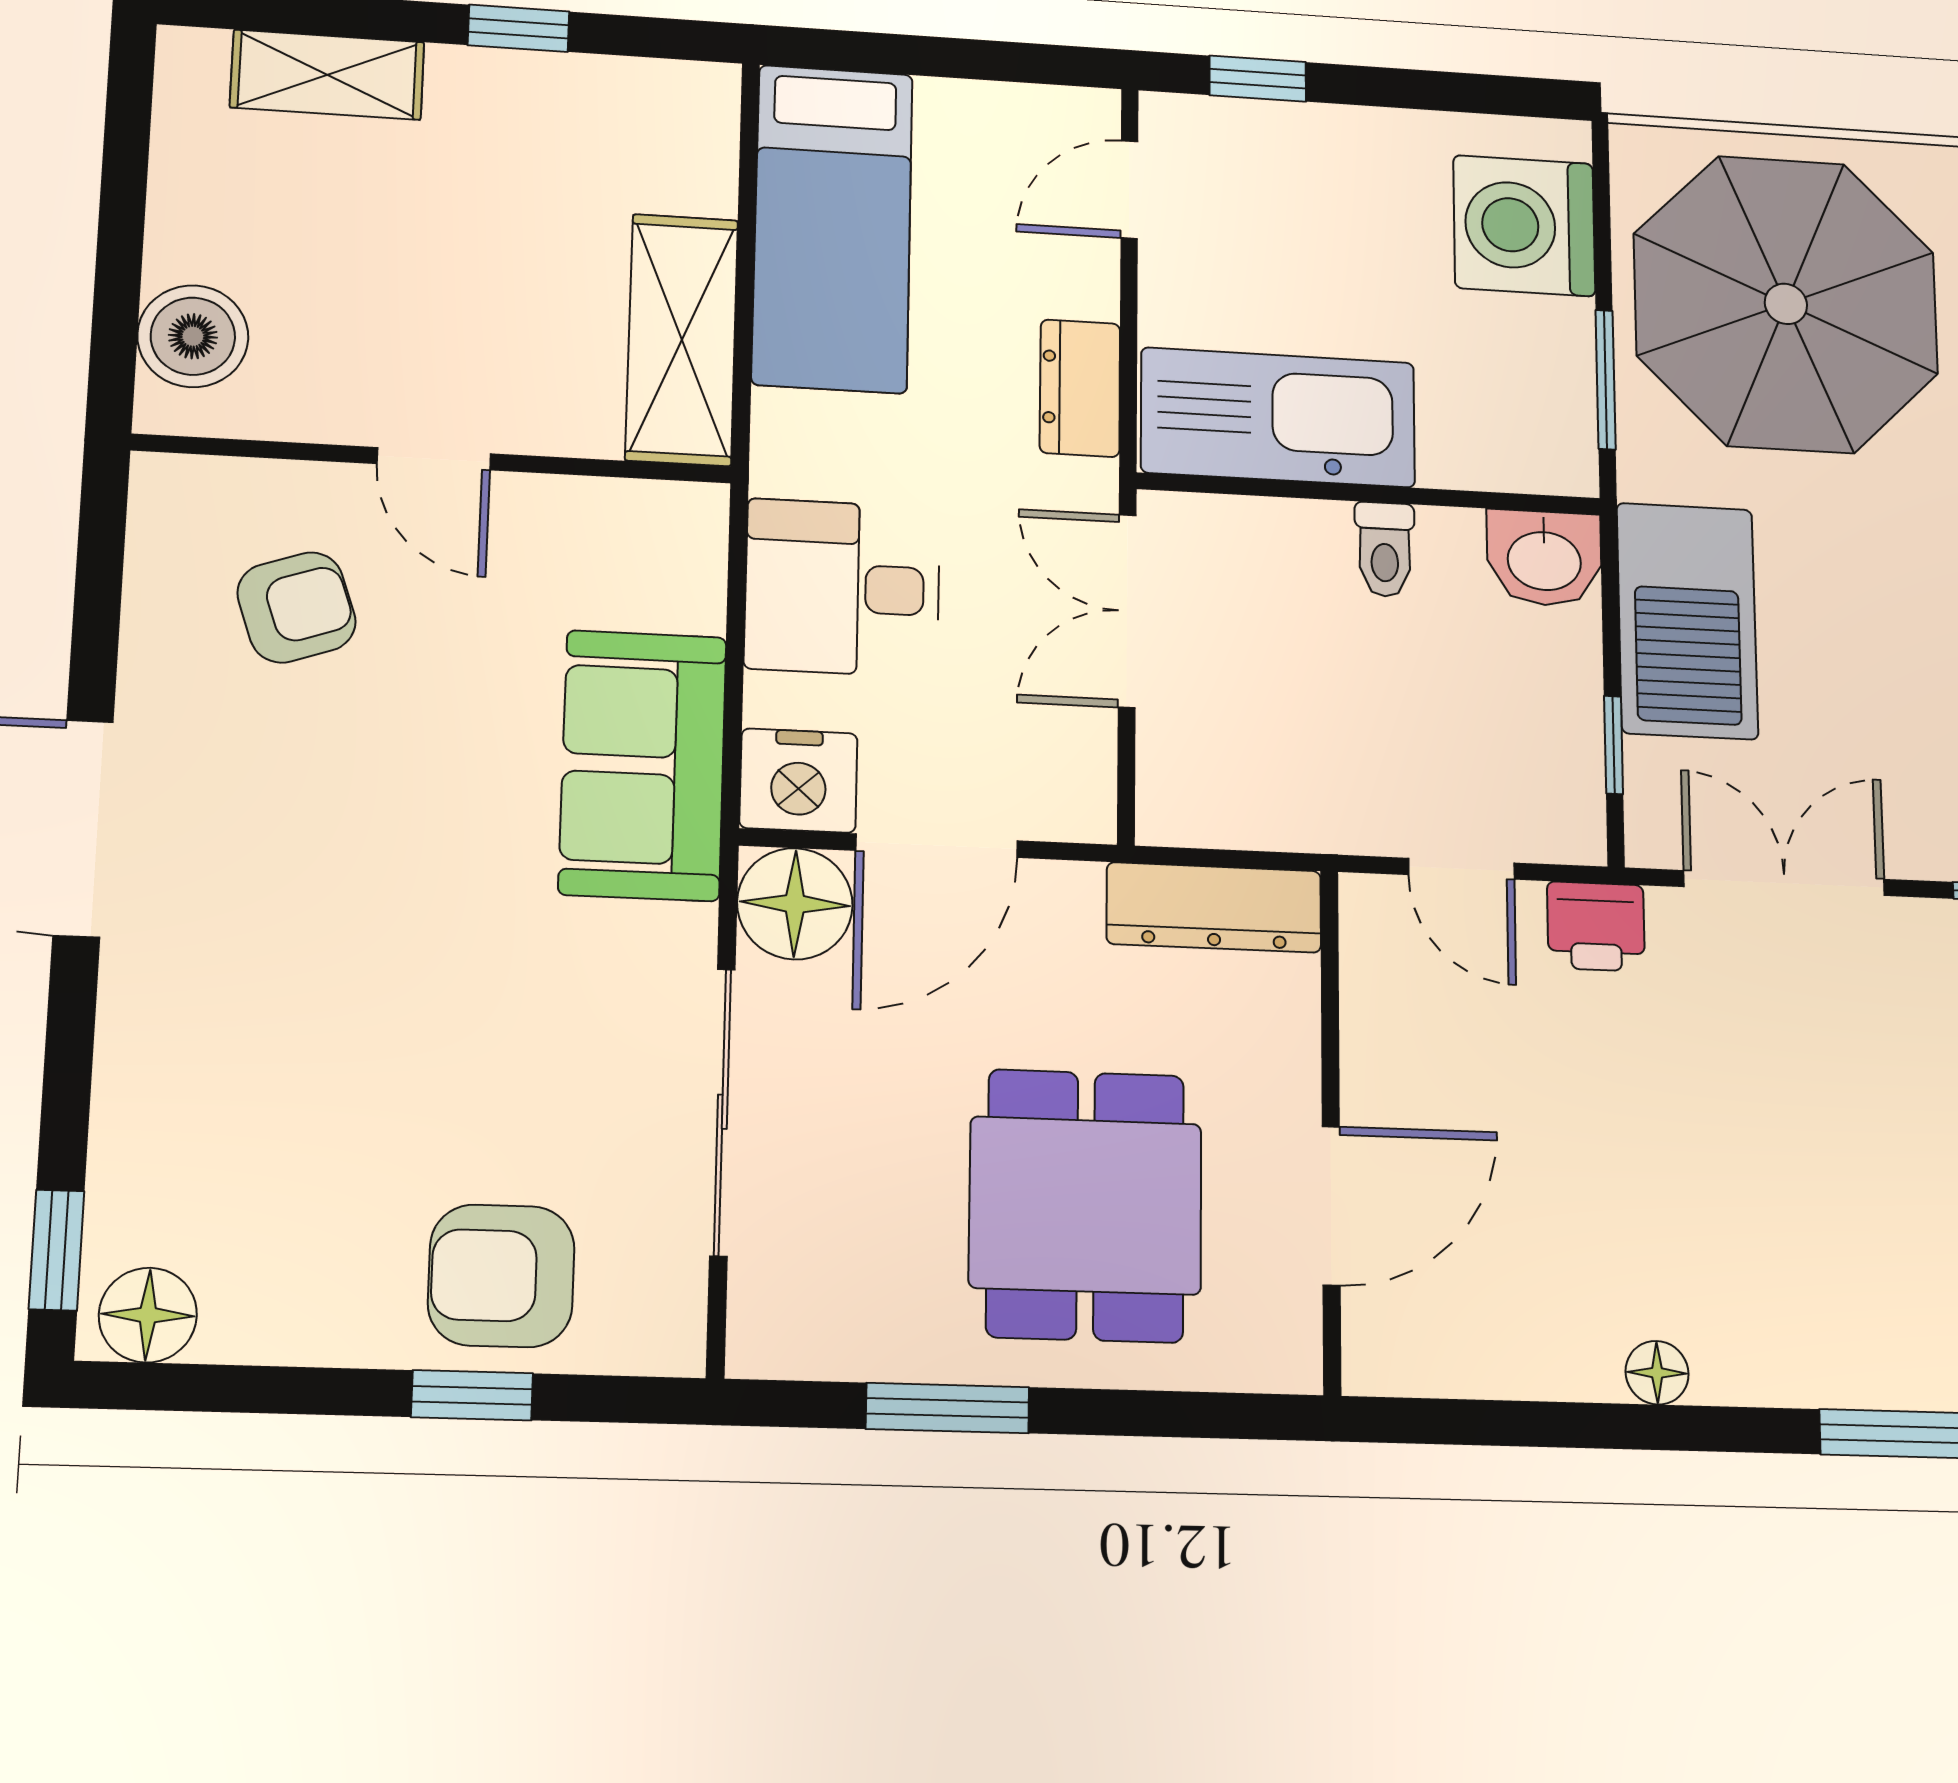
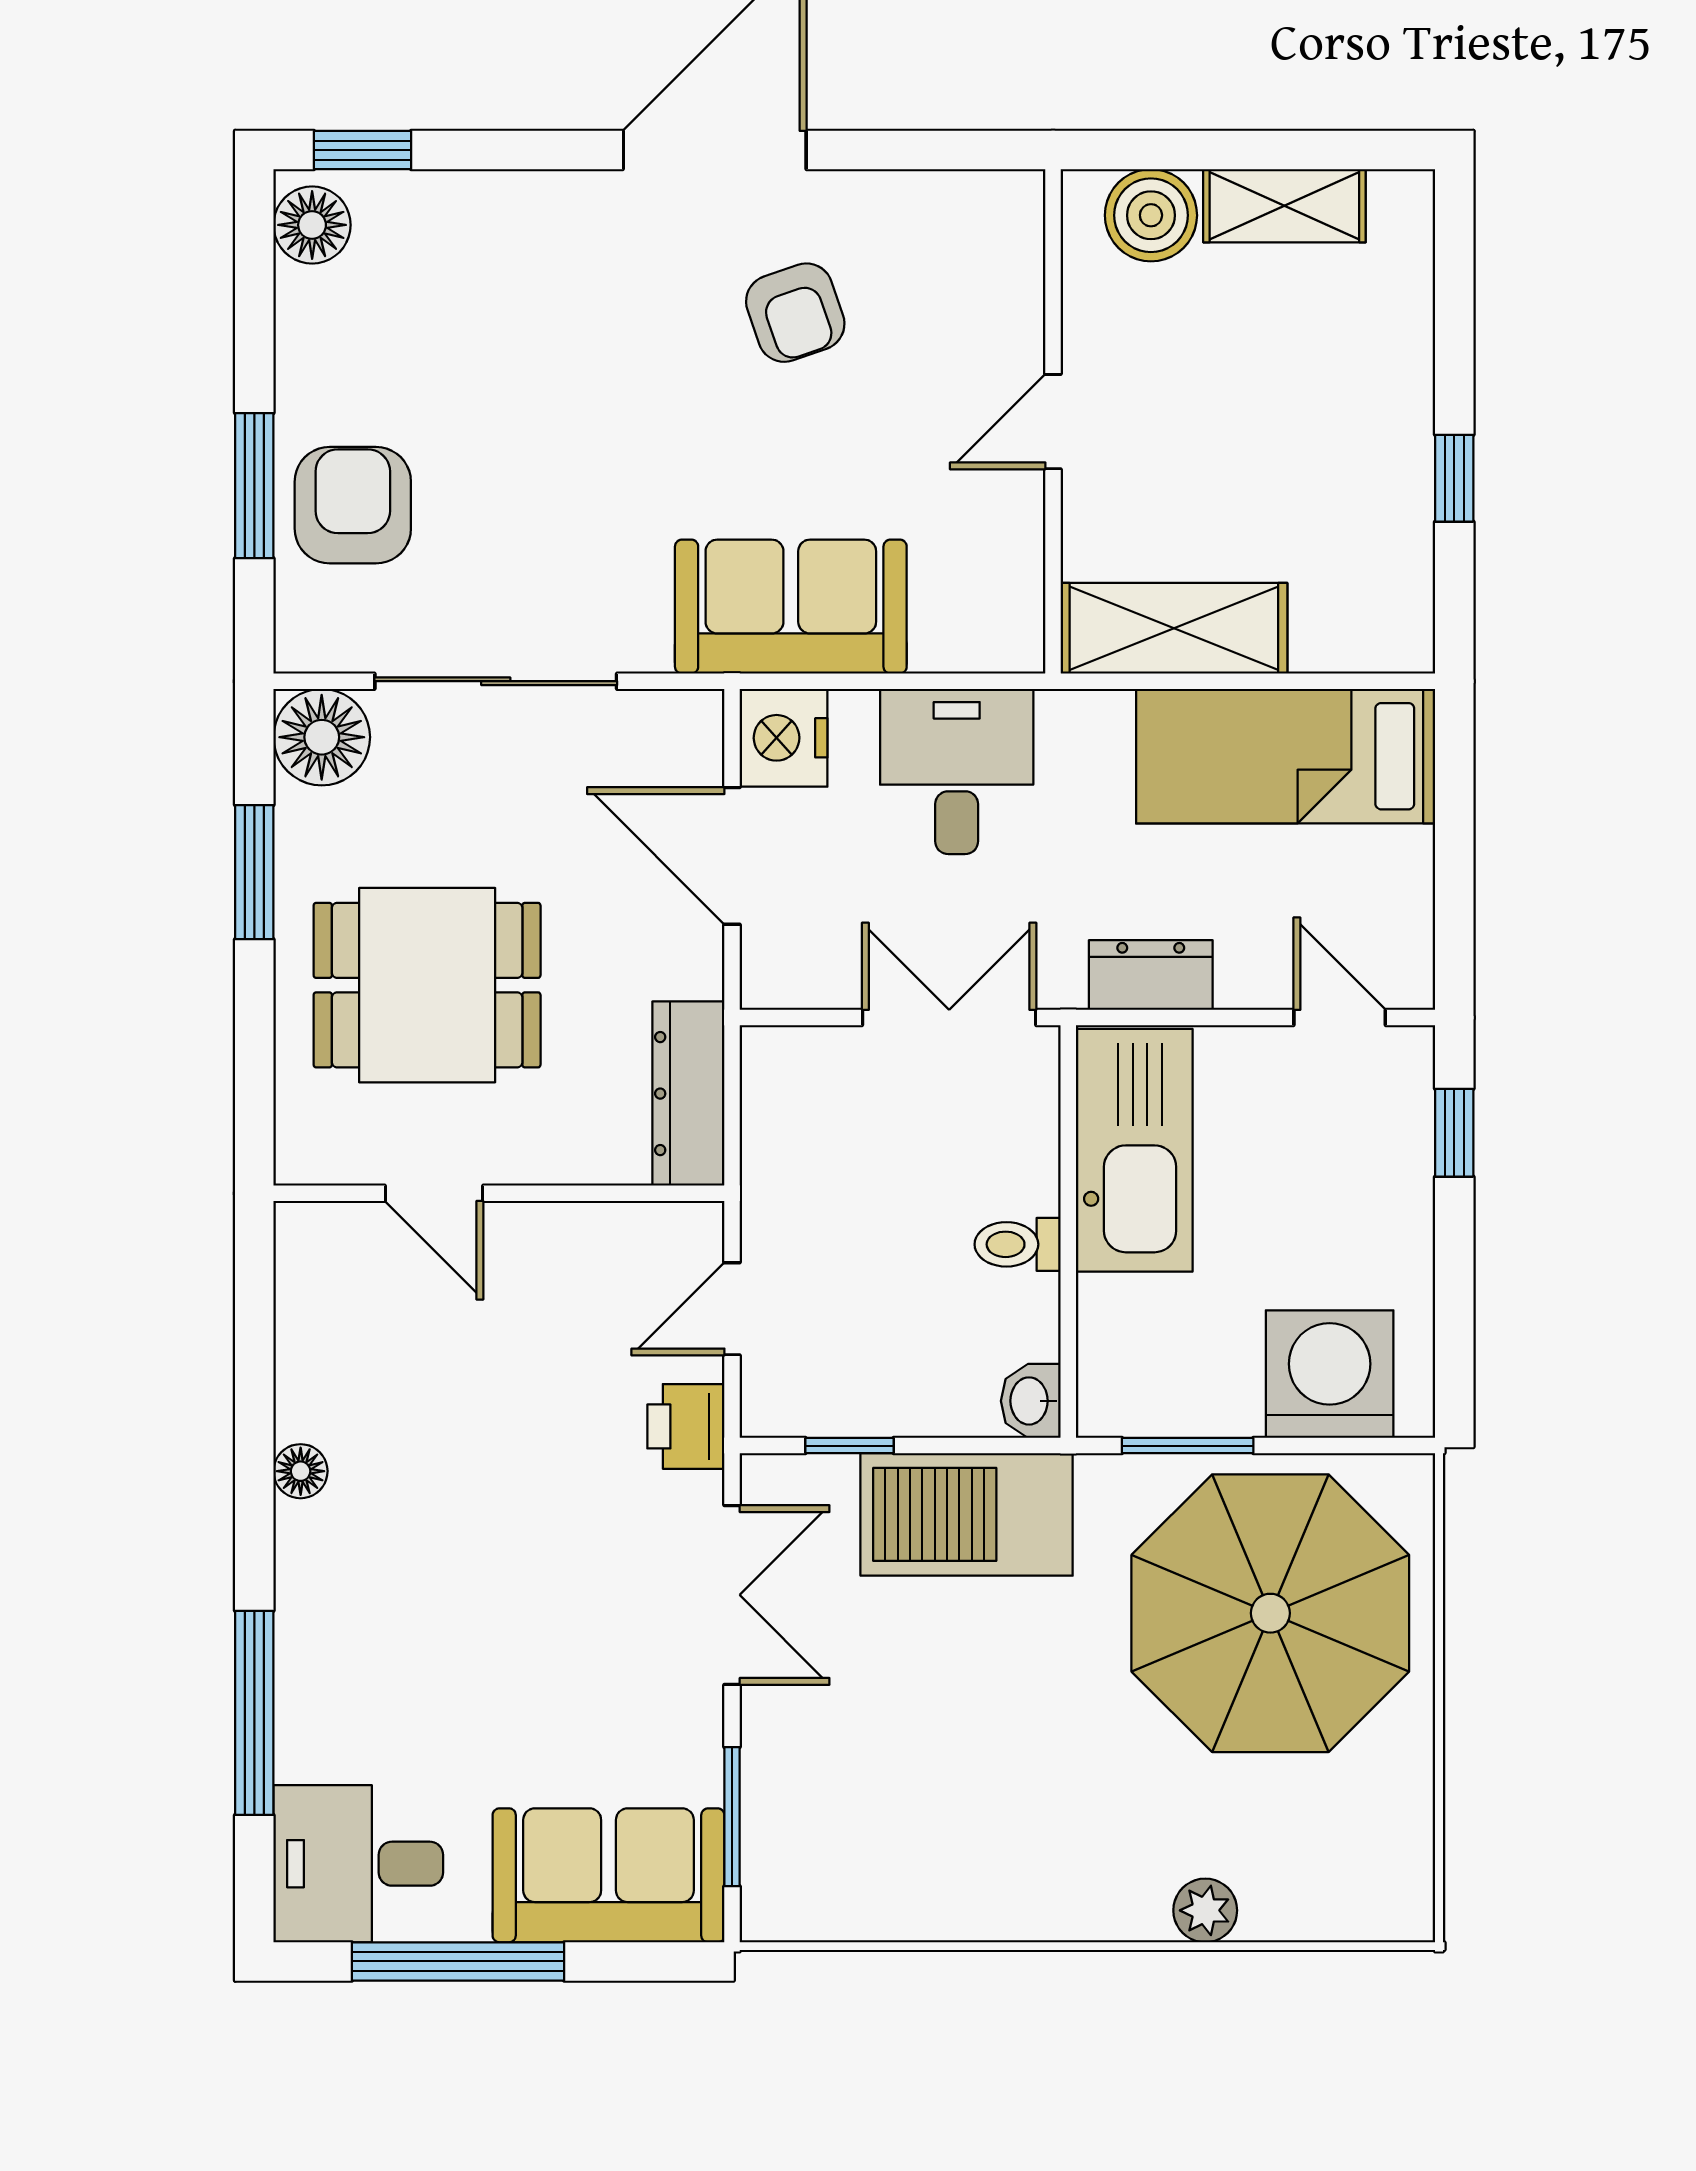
shelving: (327, 75) -> (1284, 206), moved, turned 90
washbasin: (1544, 558) -> (1031, 1401), width x0.72, depth x0.69
armchair: (296, 607) -> (795, 313), moved
floor lamp: (795, 904) -> (322, 737), moved
door: (1331, 1206) -> (434, 1193), width x0.73
window: (472, 1395) -> (254, 486), width x1.50

